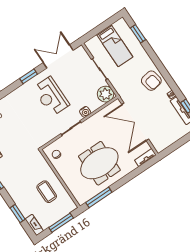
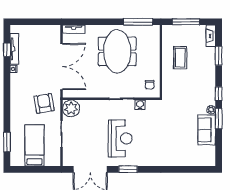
armchair: (151, 81) -> (44, 103), moved
water cooler: (85, 112) -> (140, 105), moved
meeting table: (99, 163) -> (117, 51), turned 90

